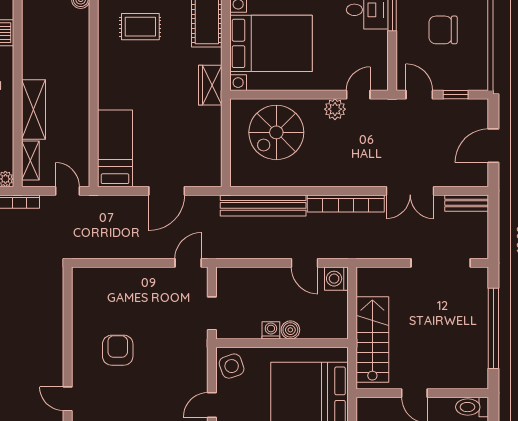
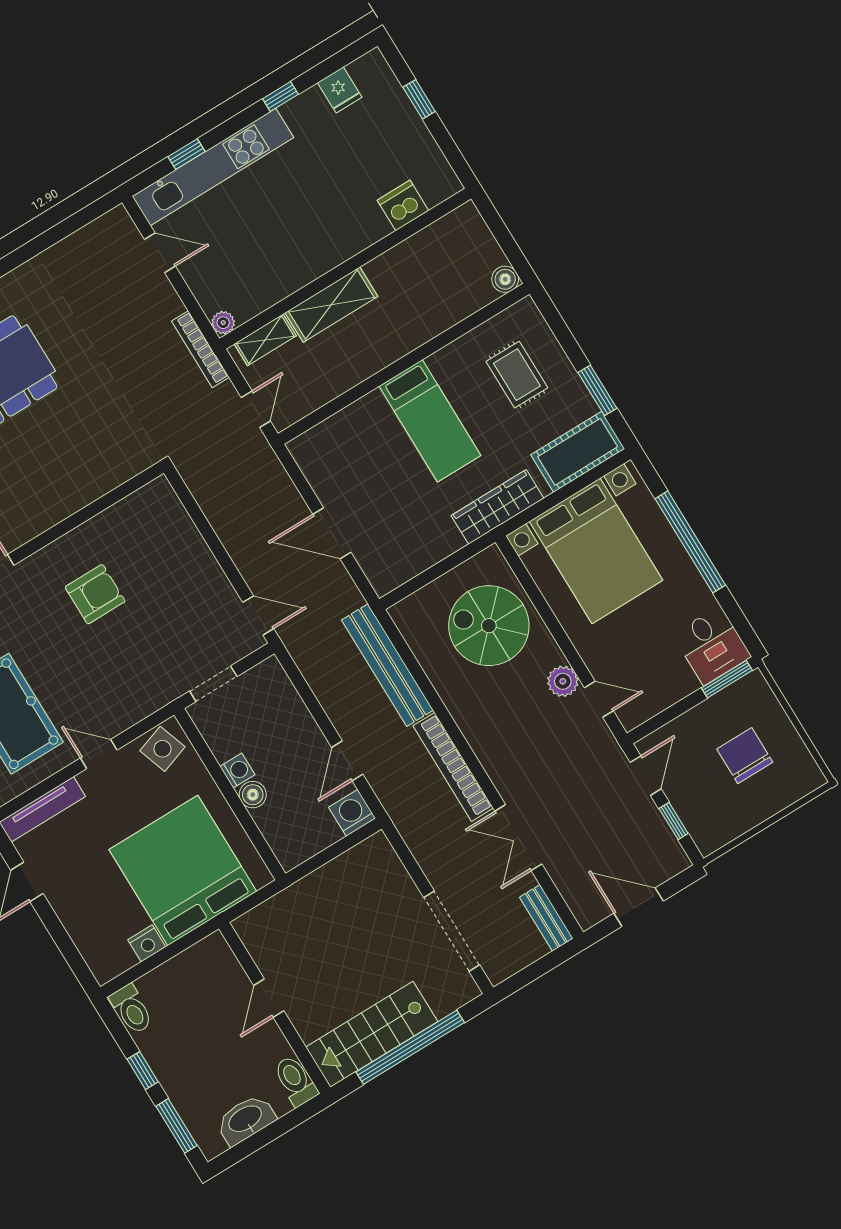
wardrobe: (210, 85) -> (497, 507), width x1.50
bed: (115, 148) -> (430, 421), moved, turned 90
stairs: (372, 339) -> (372, 1034), moved, turned 180

